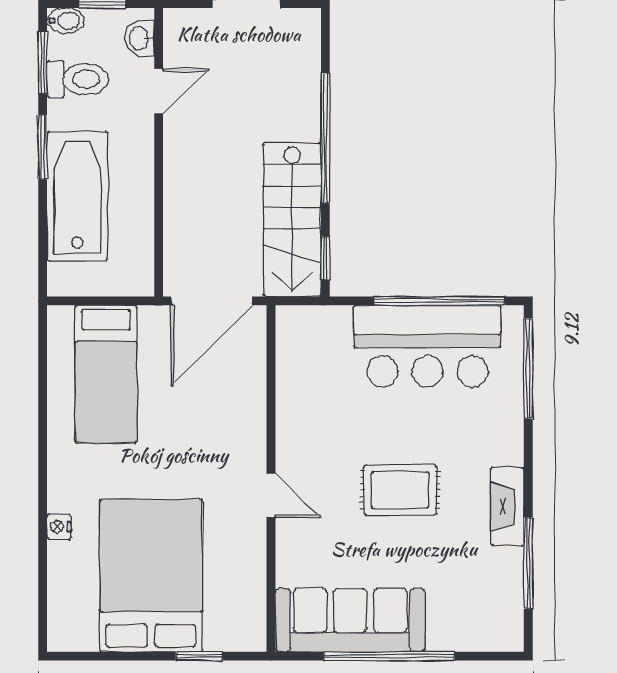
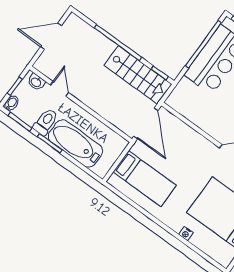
toilet: (78, 79) -> (46, 122), moved

